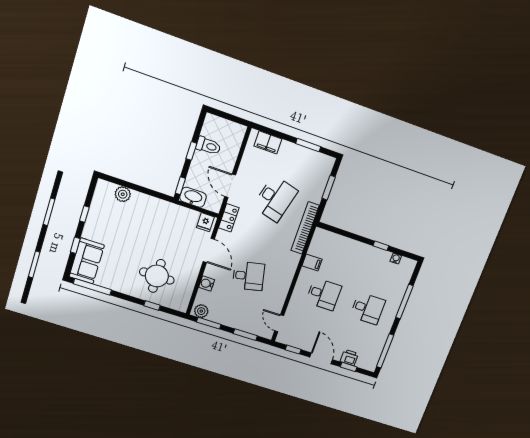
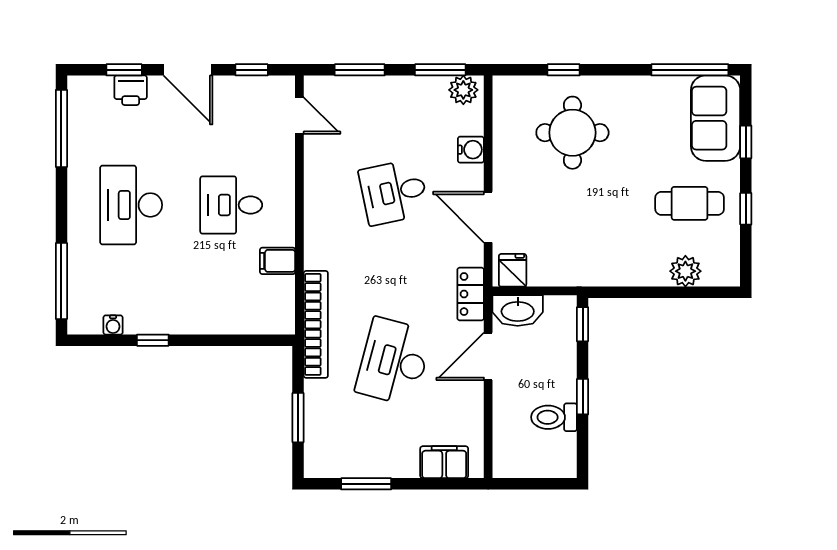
door: (230, 186) -> (488, 356), swing flipped
washbasin: (193, 197) -> (518, 311), moved
cafe table: (111, 225) -> (690, 203), added
window: (404, 302) -> (61, 281), moved
desk: (368, 308) -> (131, 205), width x1.37

